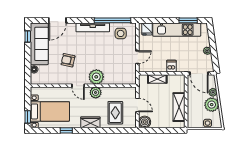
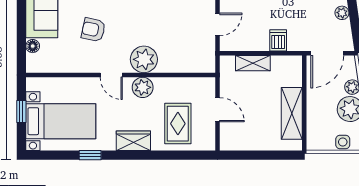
door: (199, 73) -> (327, 53), hinge flipped
window: (28, 117) -> (21, 111), moved
boiler: (145, 122) -> (230, 140), removed

